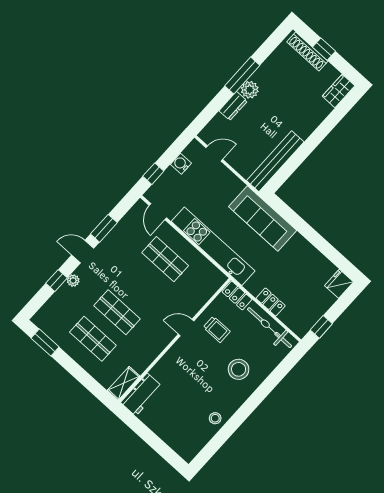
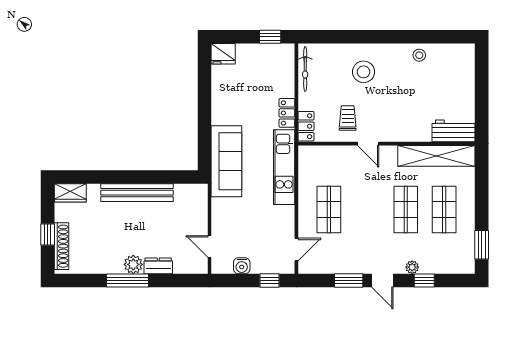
bench: (275, 161) -> (137, 193), moved
kitchen unit: (213, 246) -> (284, 167), width x0.73
locker: (271, 302) -> (287, 113), moved
bicycle: (270, 328) -> (305, 69), width x0.73, depth x0.71
shelving: (124, 383) -> (436, 156), width x2.20, depth x1.33

